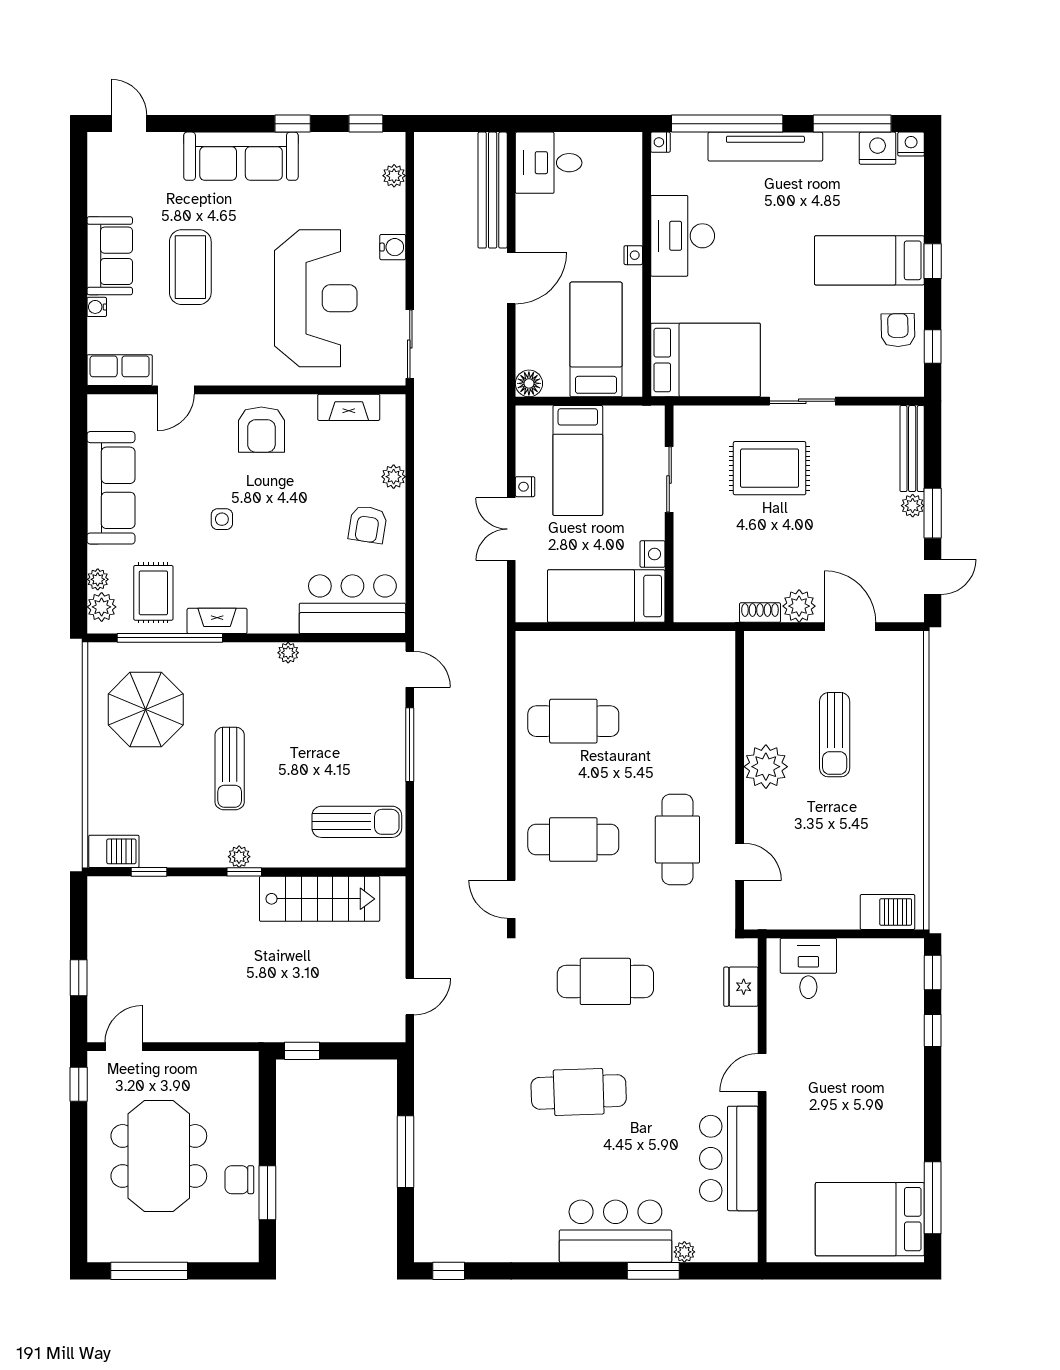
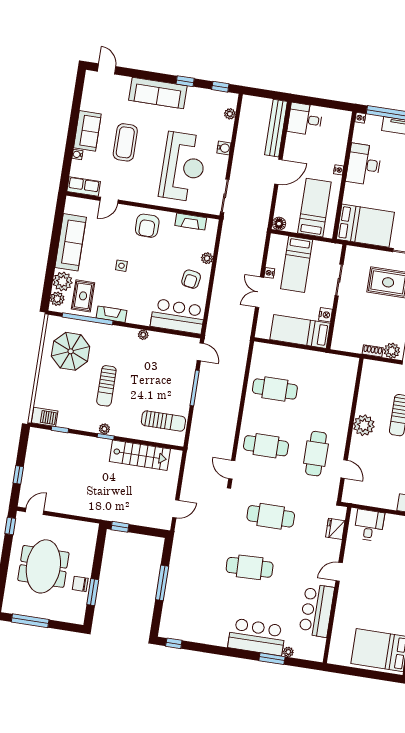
plant: (98, 579) -> (63, 281), width x1.88, depth x1.88

